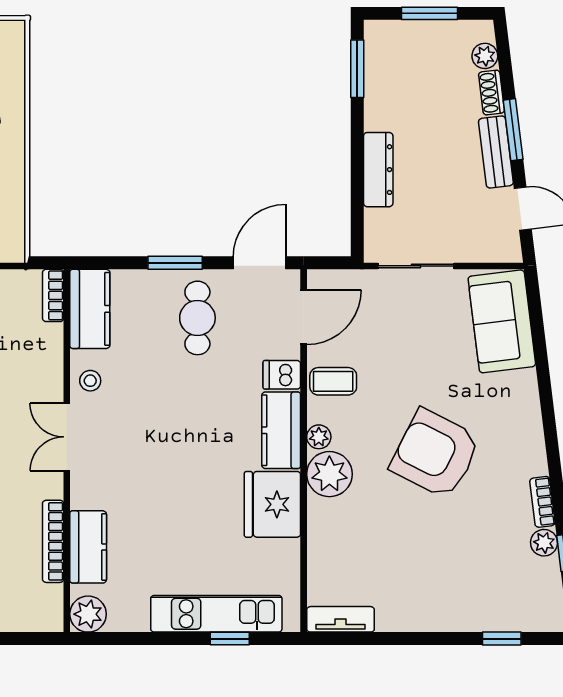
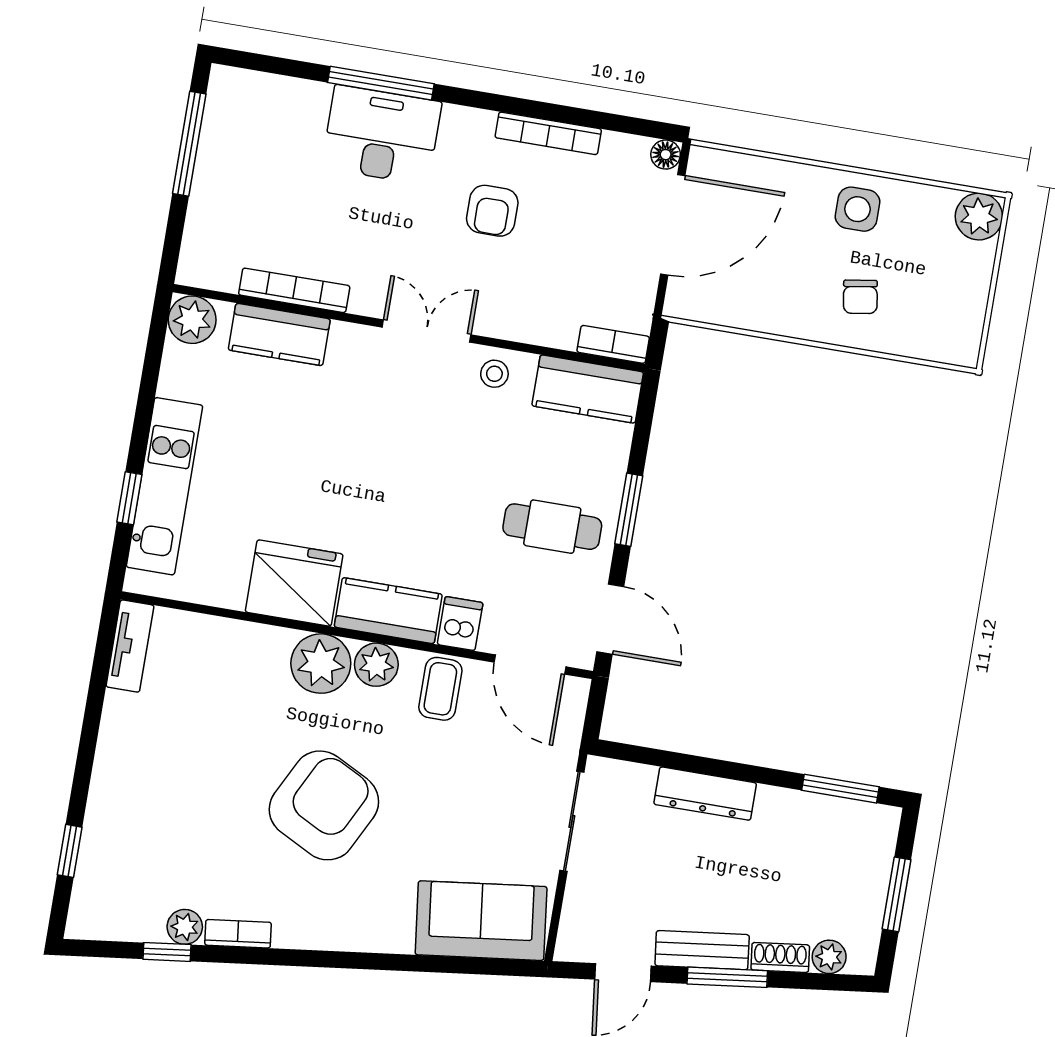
plant: (319, 437) -> (376, 665), width x1.38, depth x1.38

